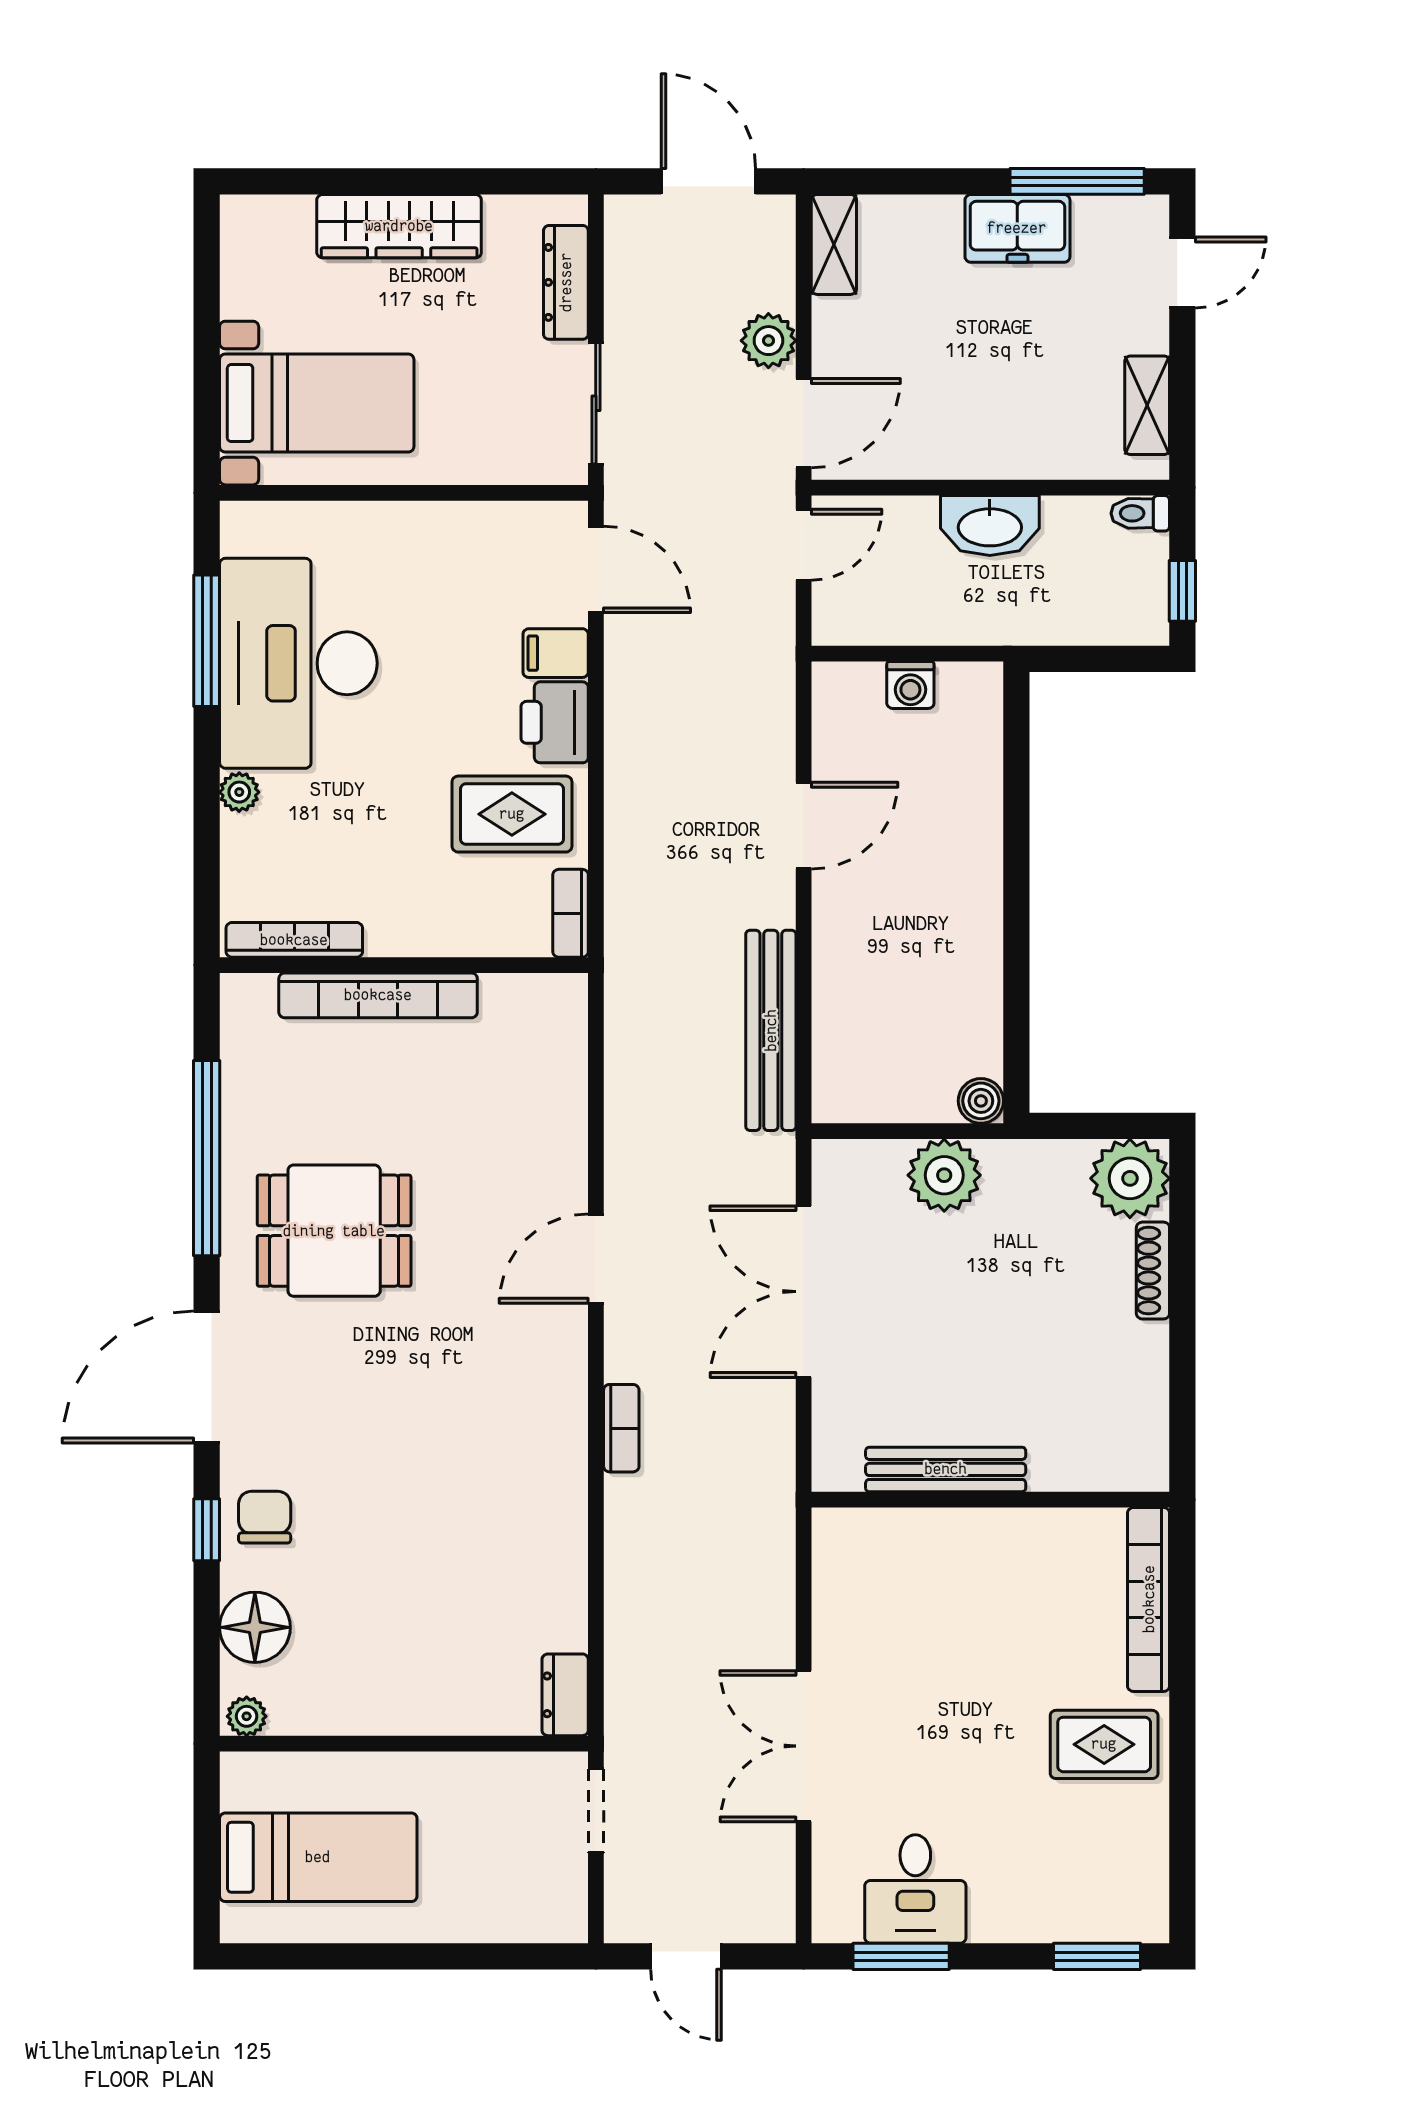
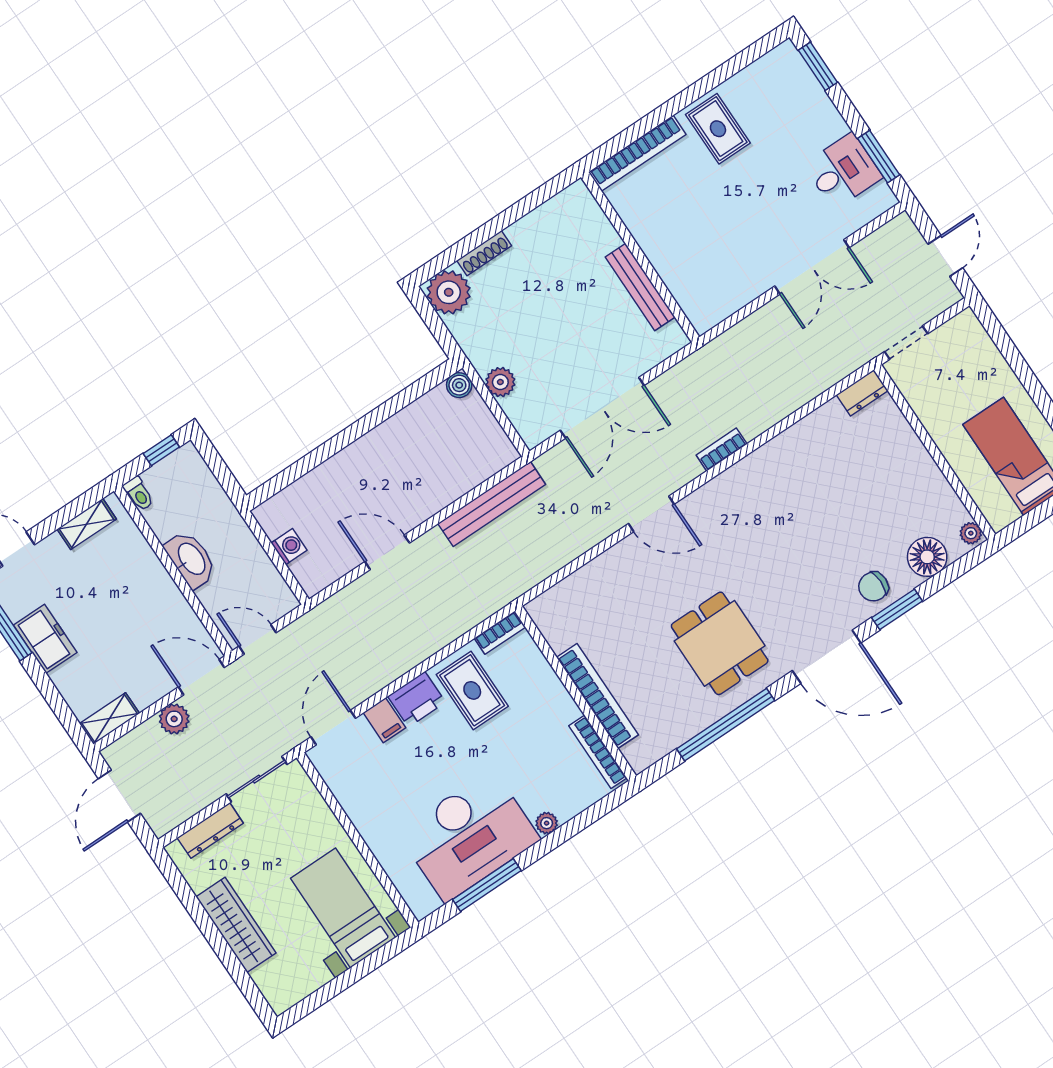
plant: (944, 1175) -> (500, 382), width x0.73, depth x0.73
window: (207, 1530) -> (897, 609), width x1.50

